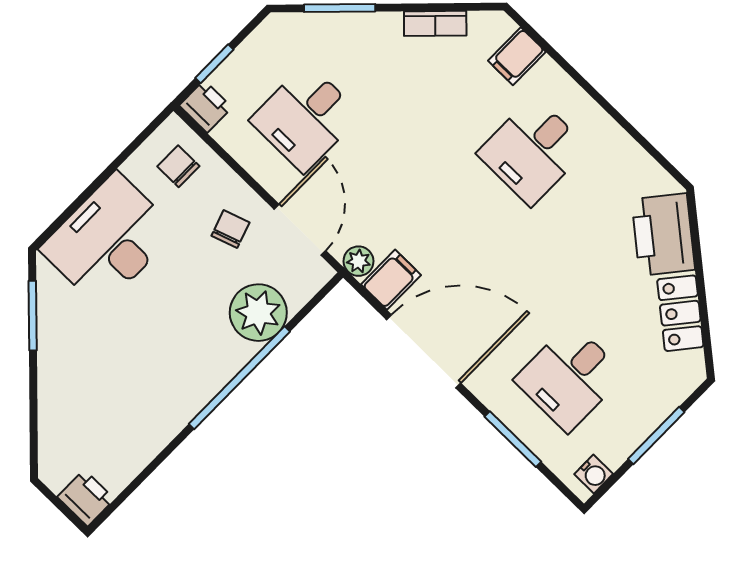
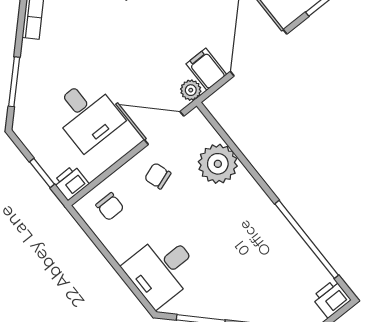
chair: (178, 166) -> (110, 207), turned -90
desk: (109, 240) -> (162, 269), width x0.73
window: (239, 378) -> (307, 239), moved

